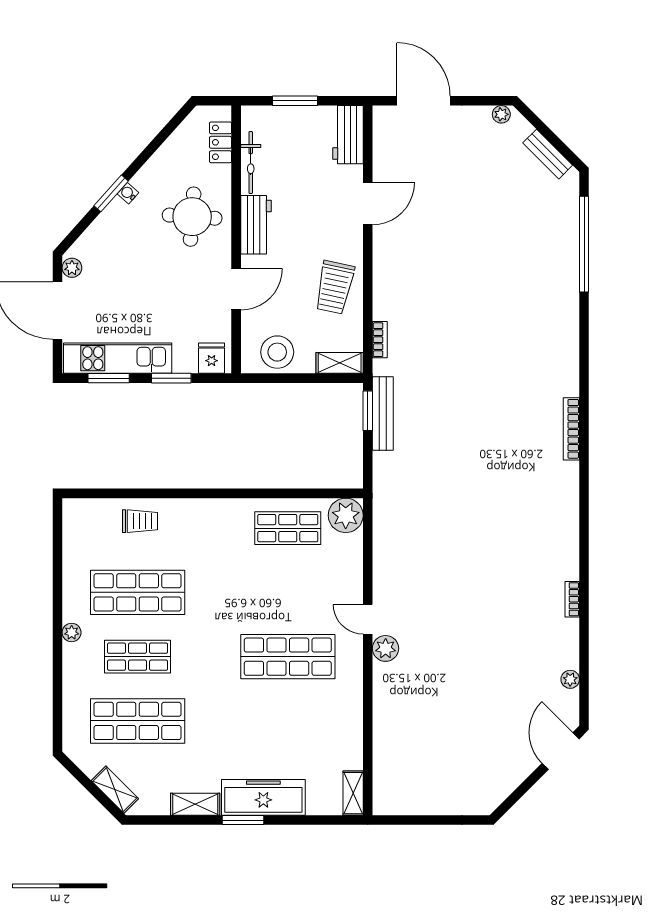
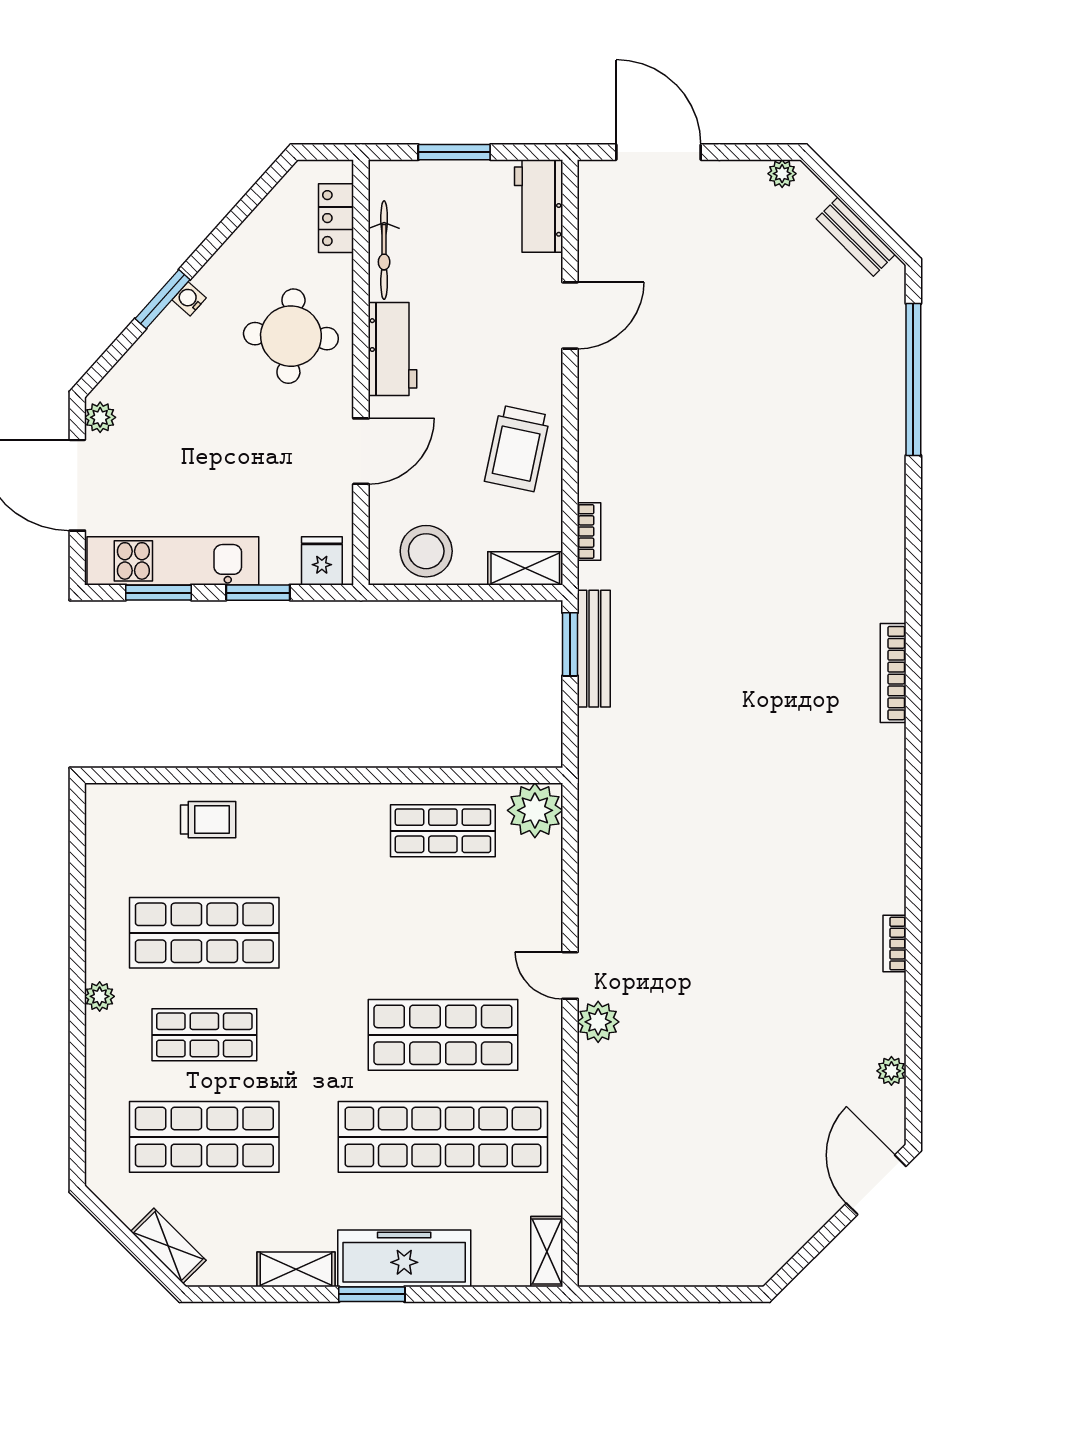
shop shelf: (288, 721) -> (443, 1137), added

